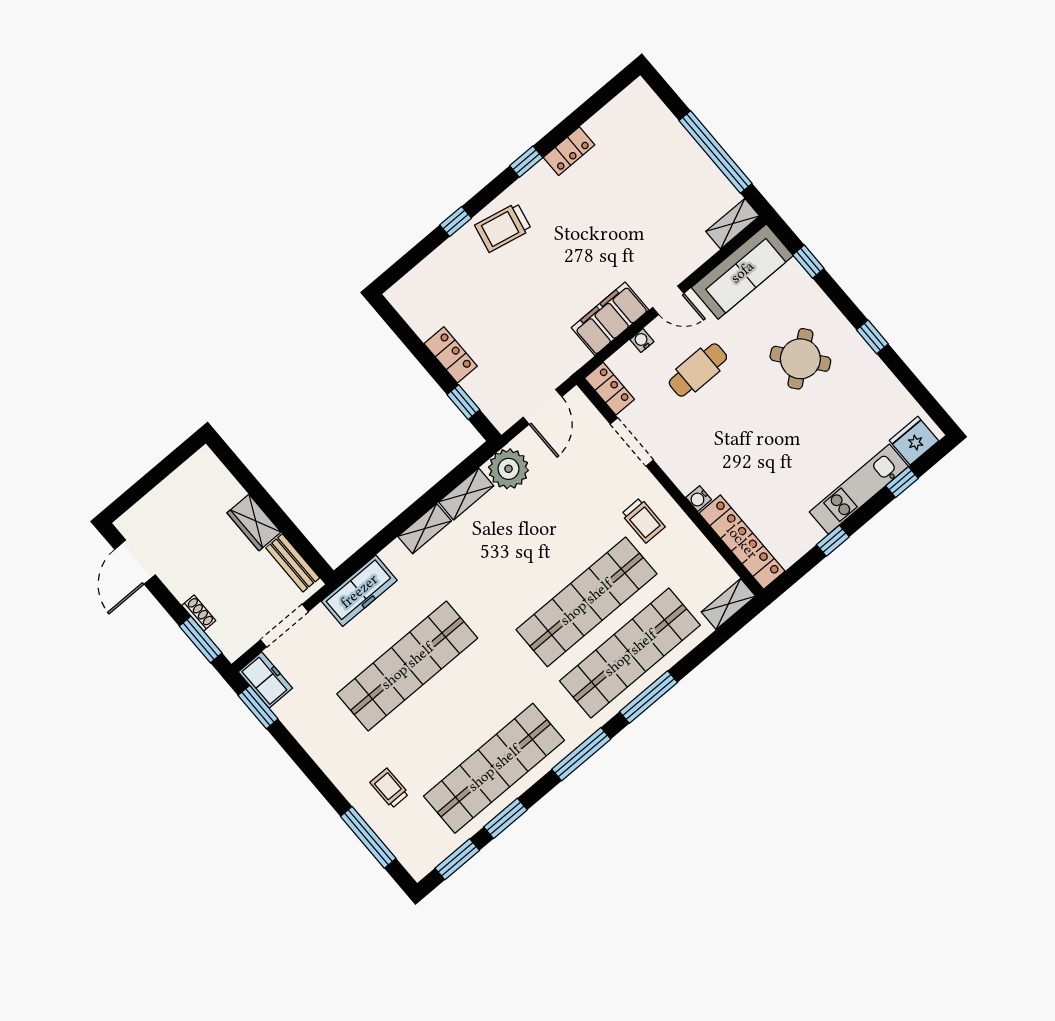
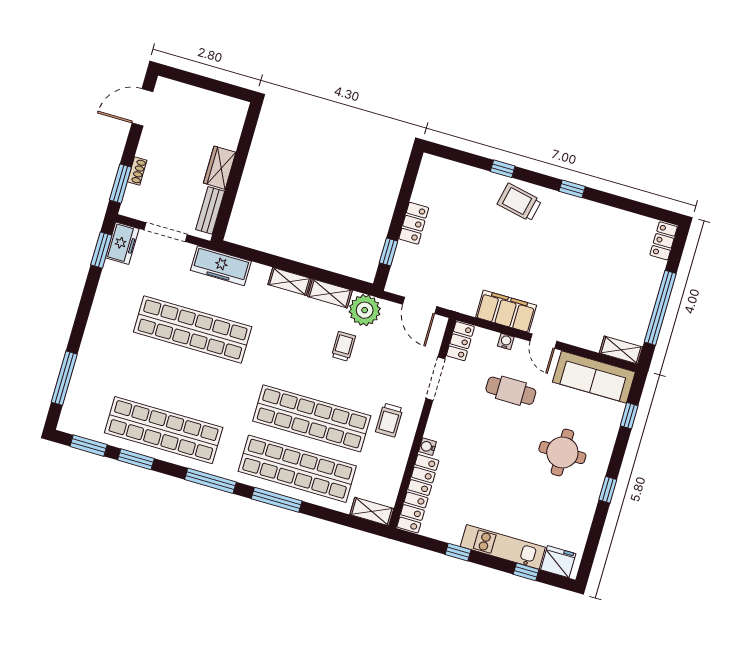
locker: (569, 151) -> (664, 241), moved, turned 90
round table: (800, 359) -> (562, 452), turned 38
door: (542, 407) -> (420, 305), hinge flipped
trolley: (389, 788) -> (343, 346), moved

